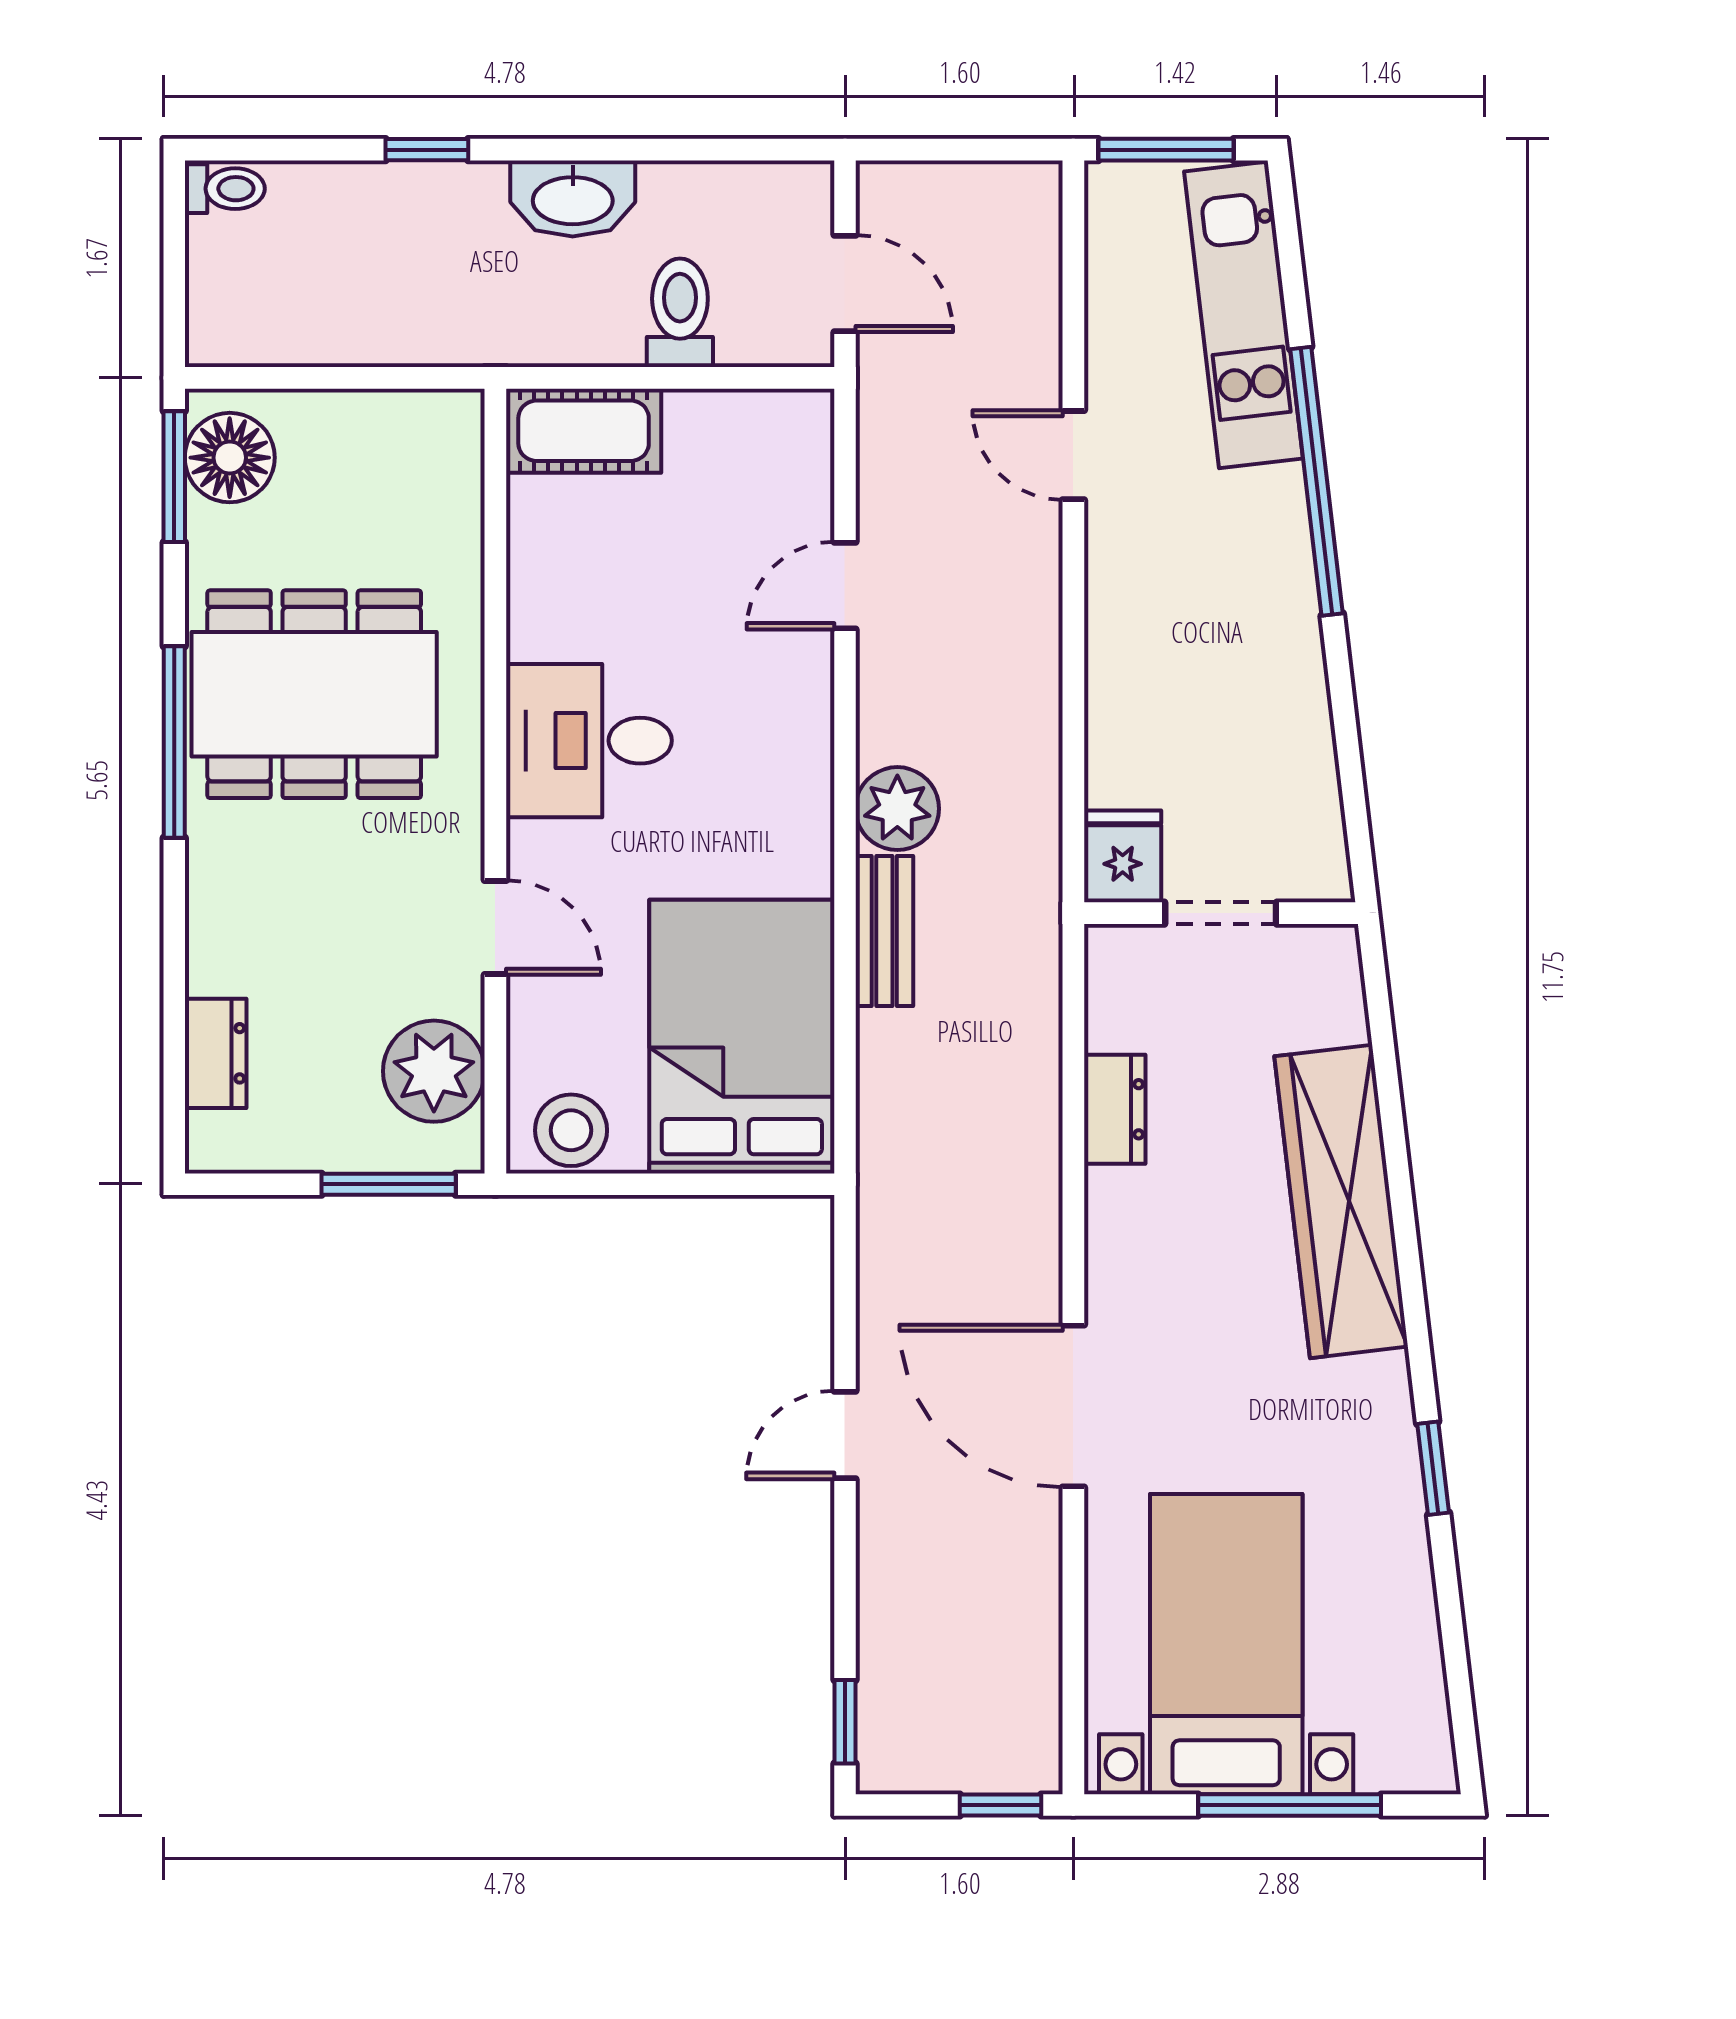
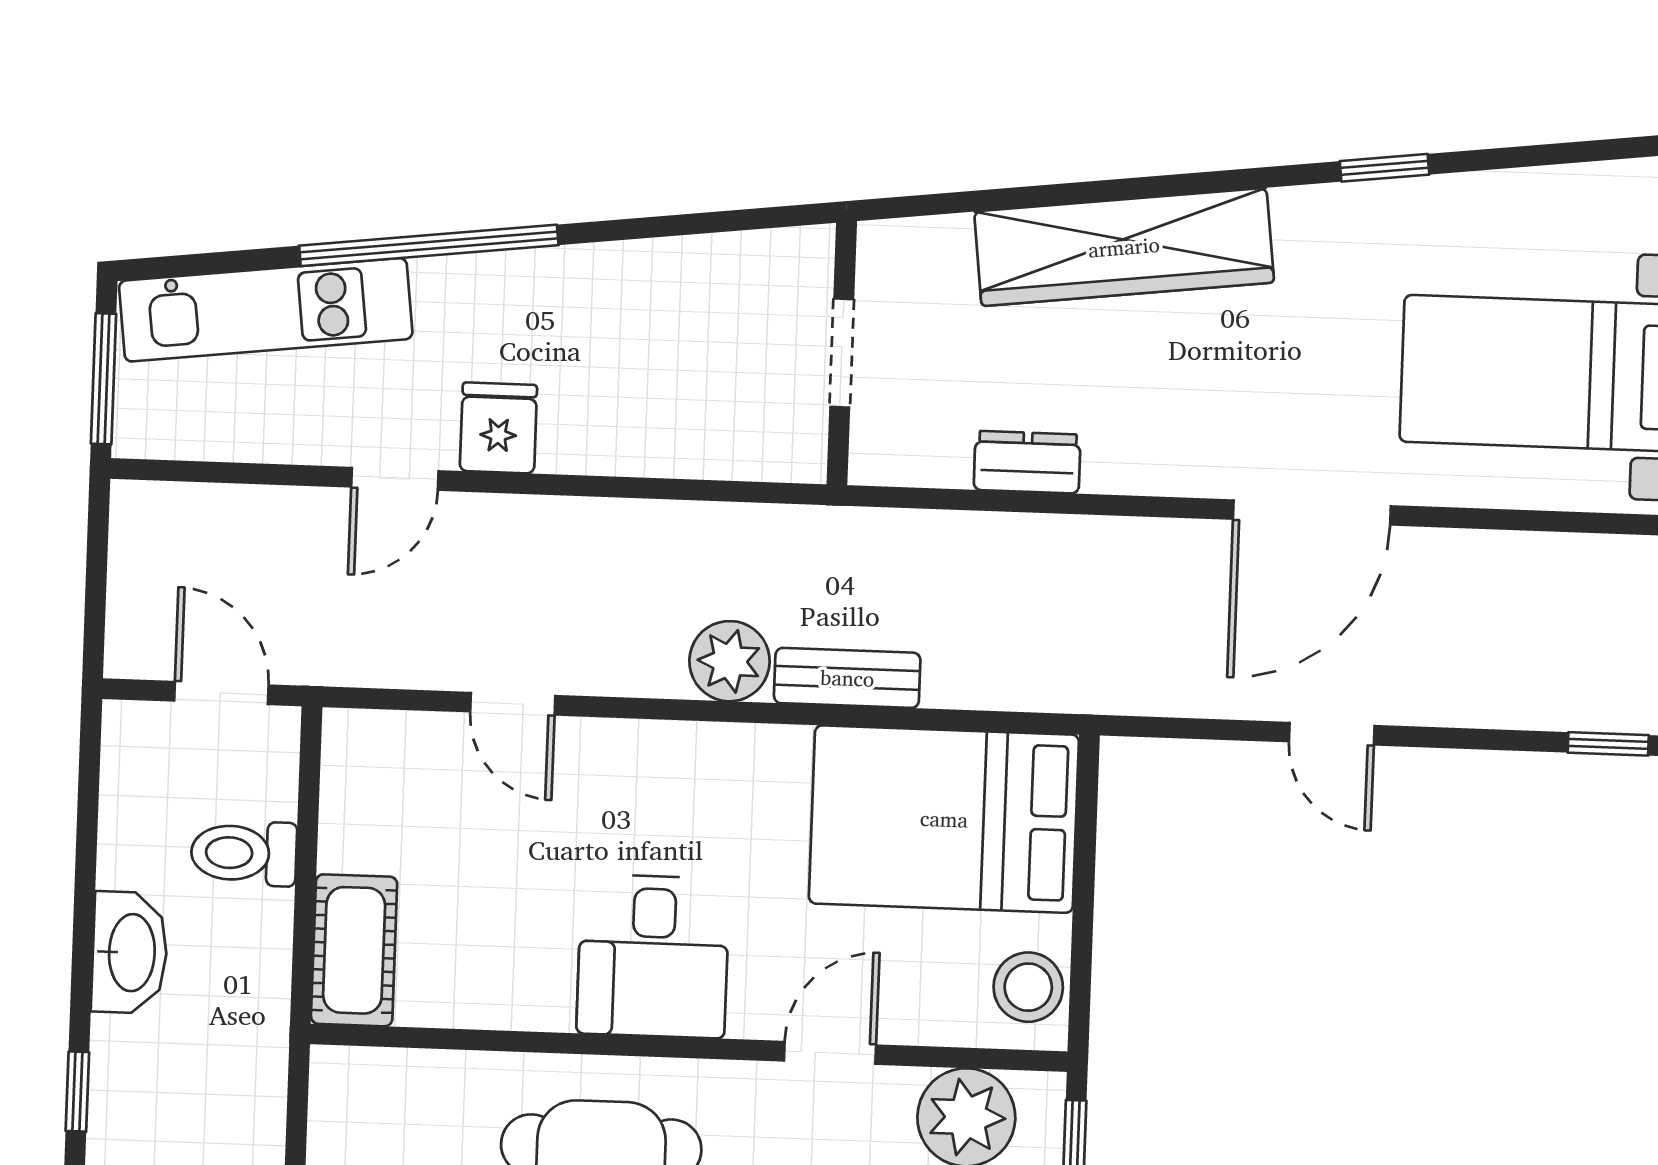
door: (845, 284) -> (221, 693), hinge flipped
fridge: (1123, 856) -> (498, 428), moved, turned 90

